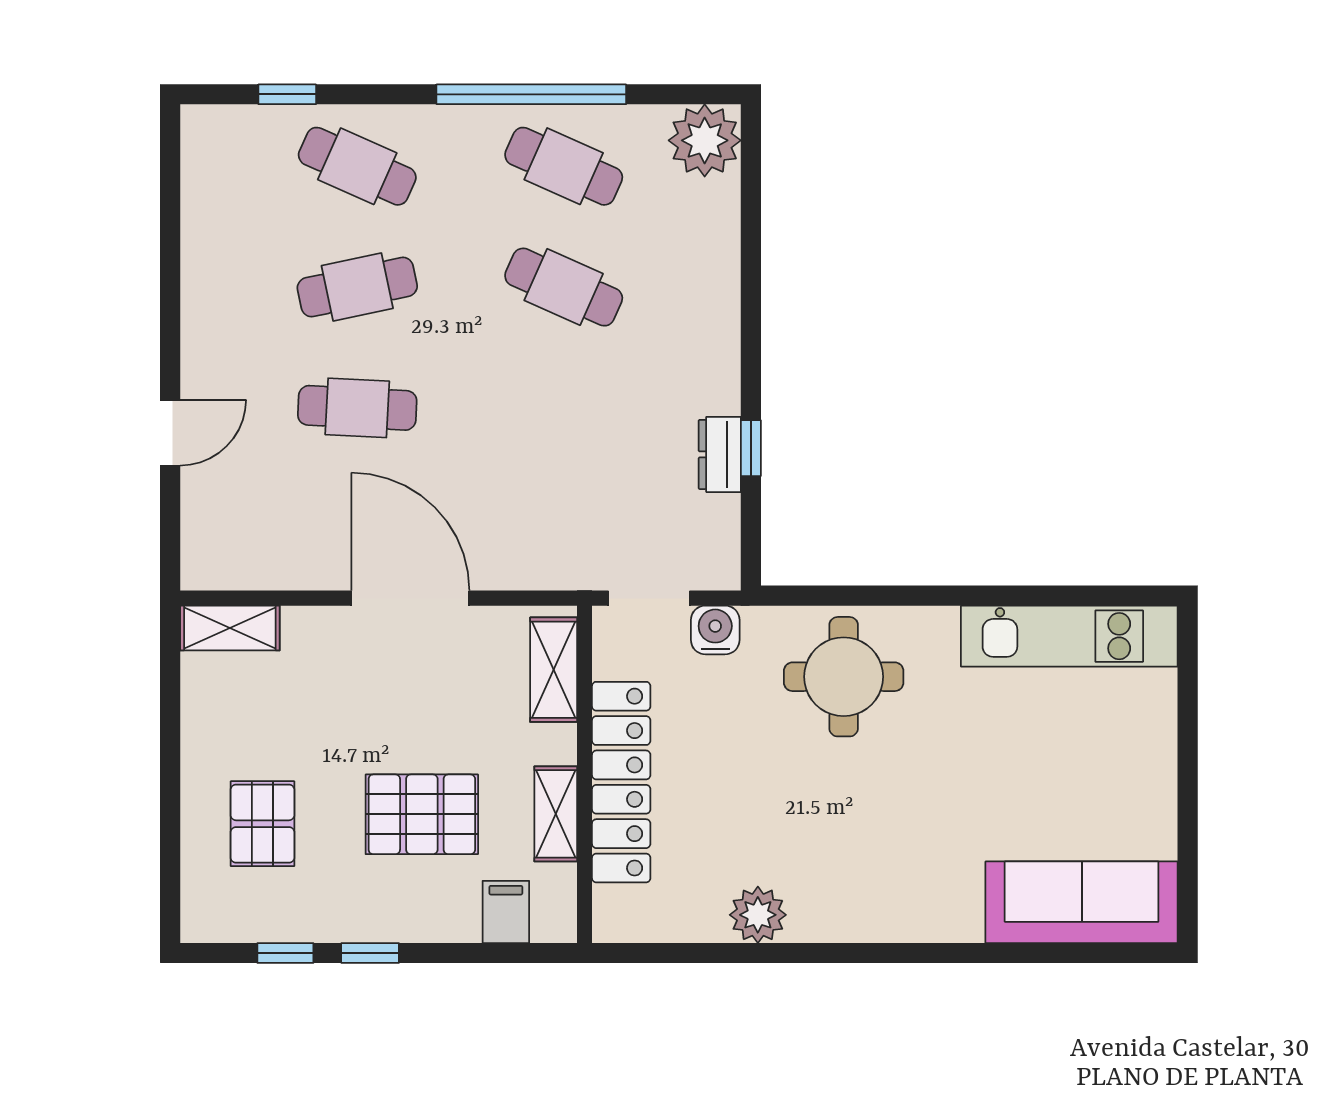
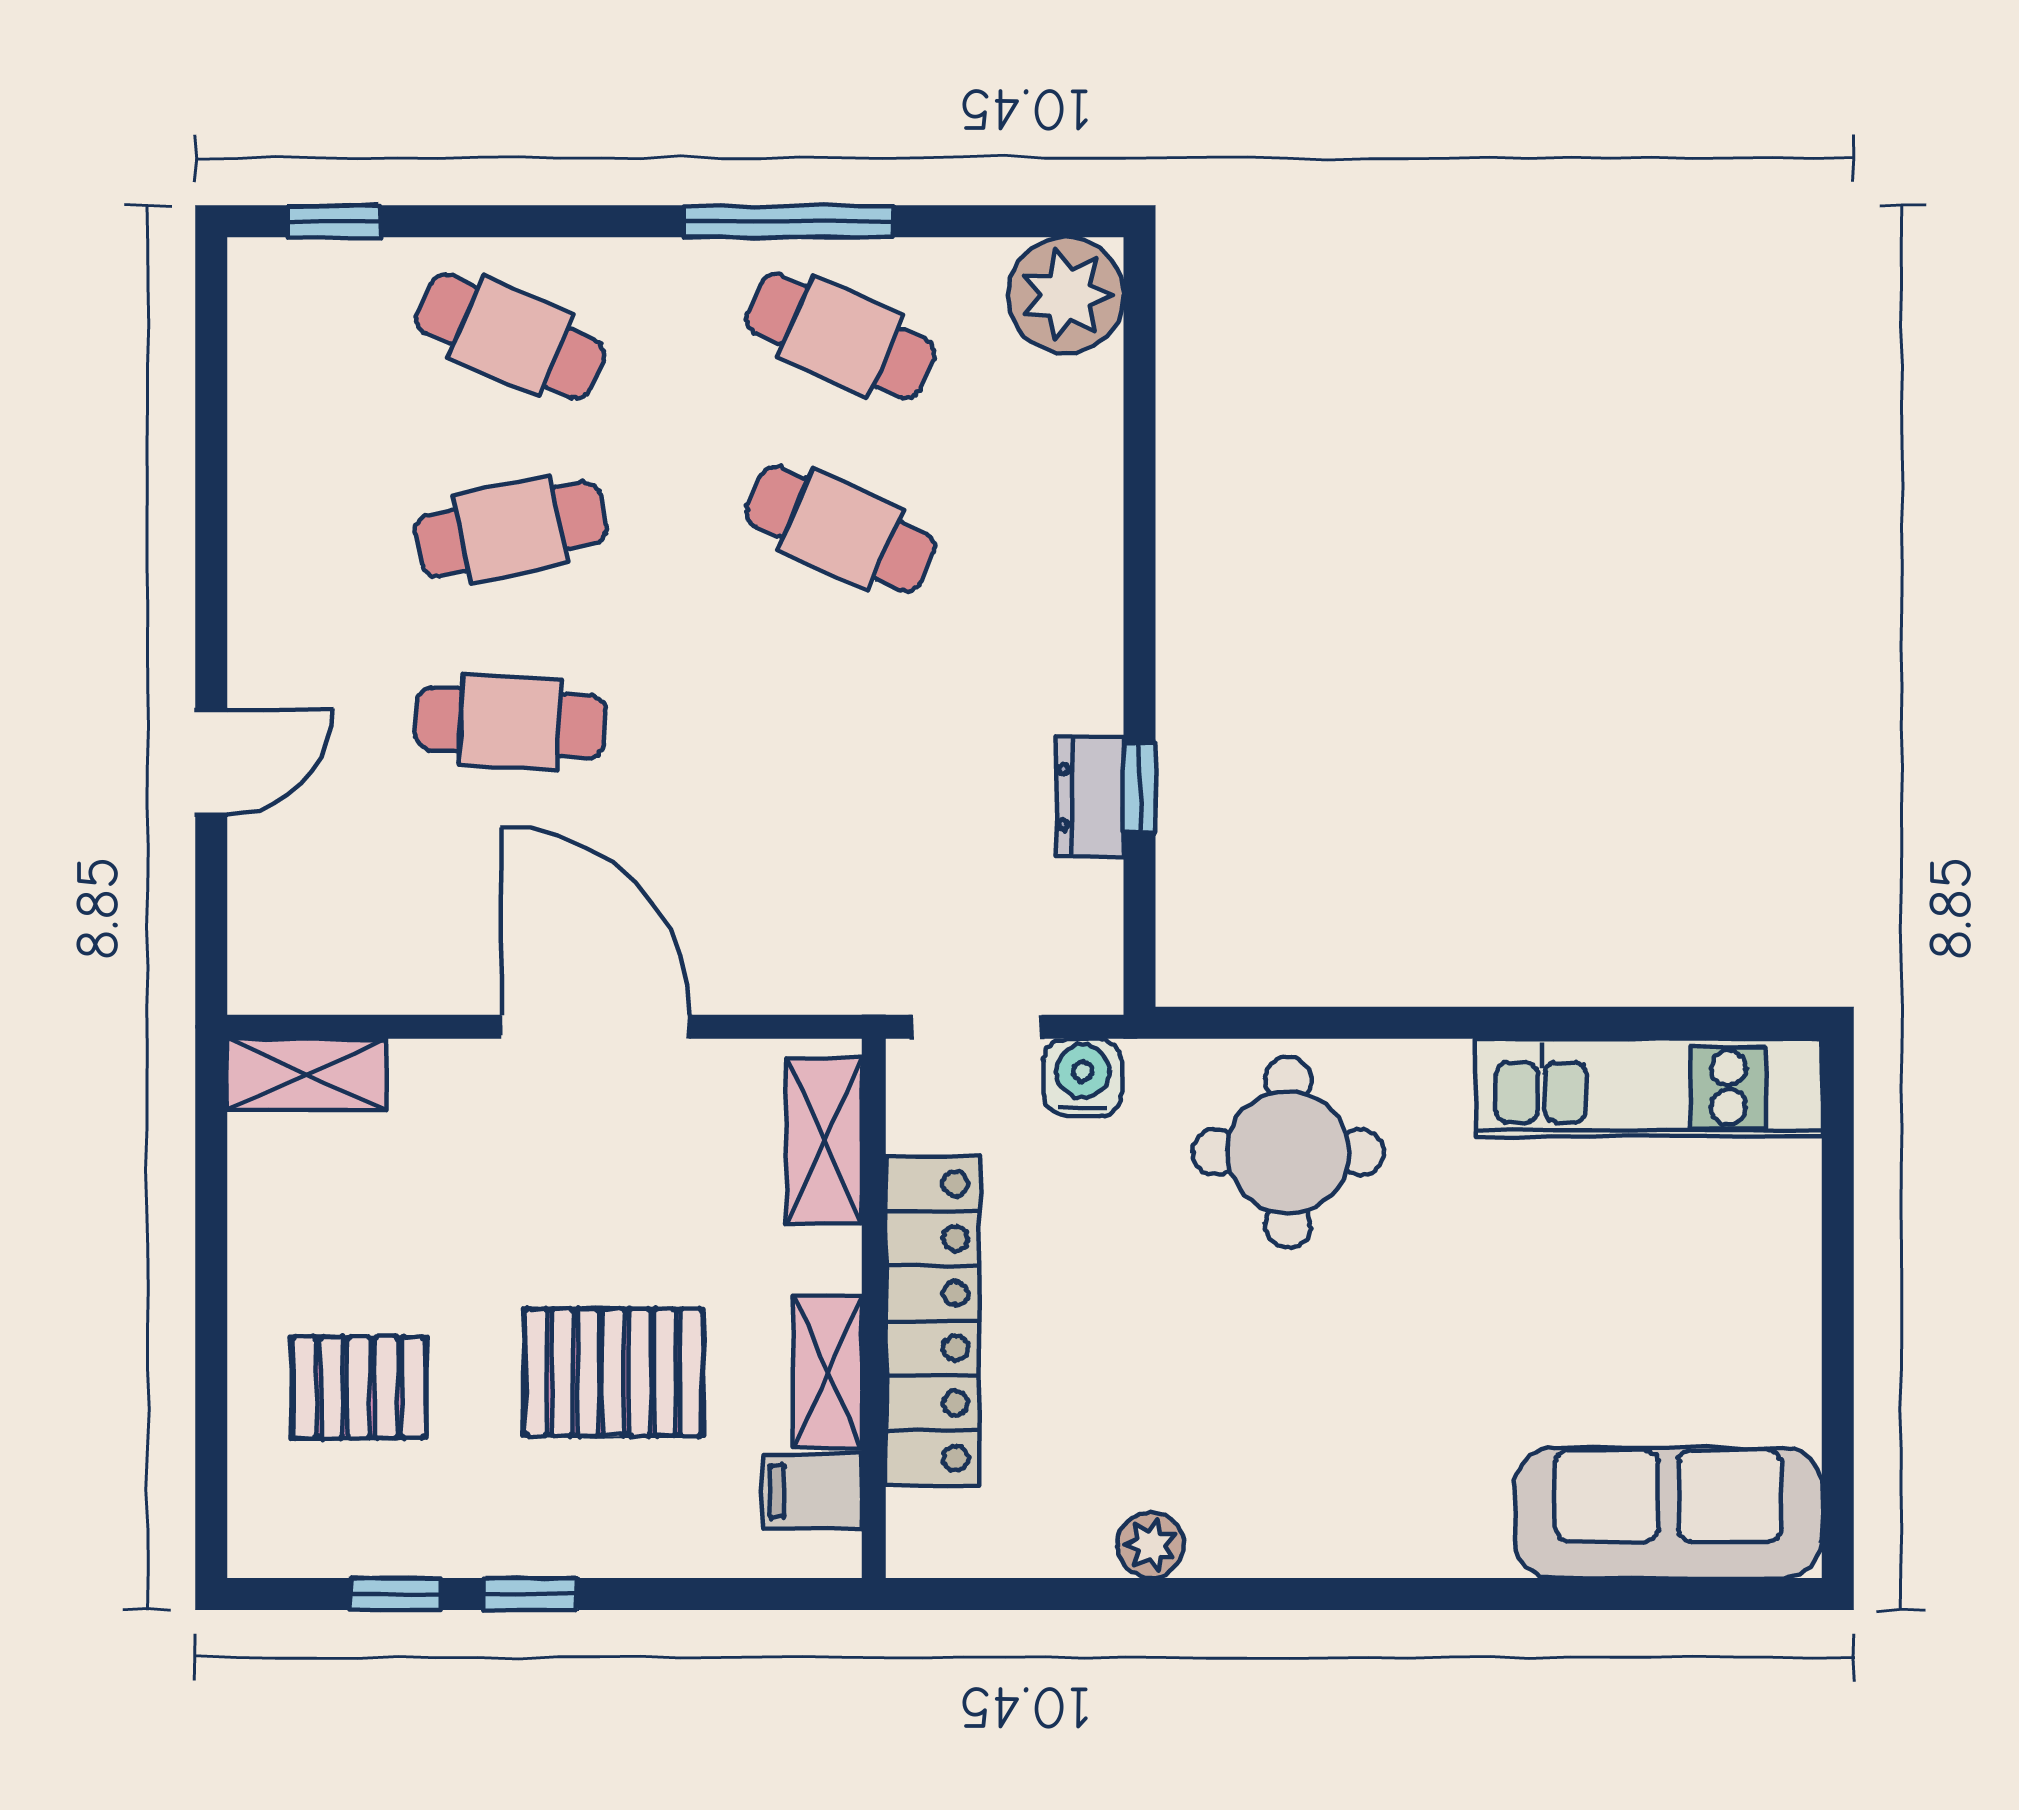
window: (287, 94) -> (334, 221), moved
window: (531, 94) -> (789, 221), width x0.68
pallet: (262, 824) -> (359, 1387), turned 90
filing cabinet: (506, 912) -> (812, 1491), moved, turned -90
plant: (758, 915) -> (1151, 1545), width x0.73, depth x0.73

